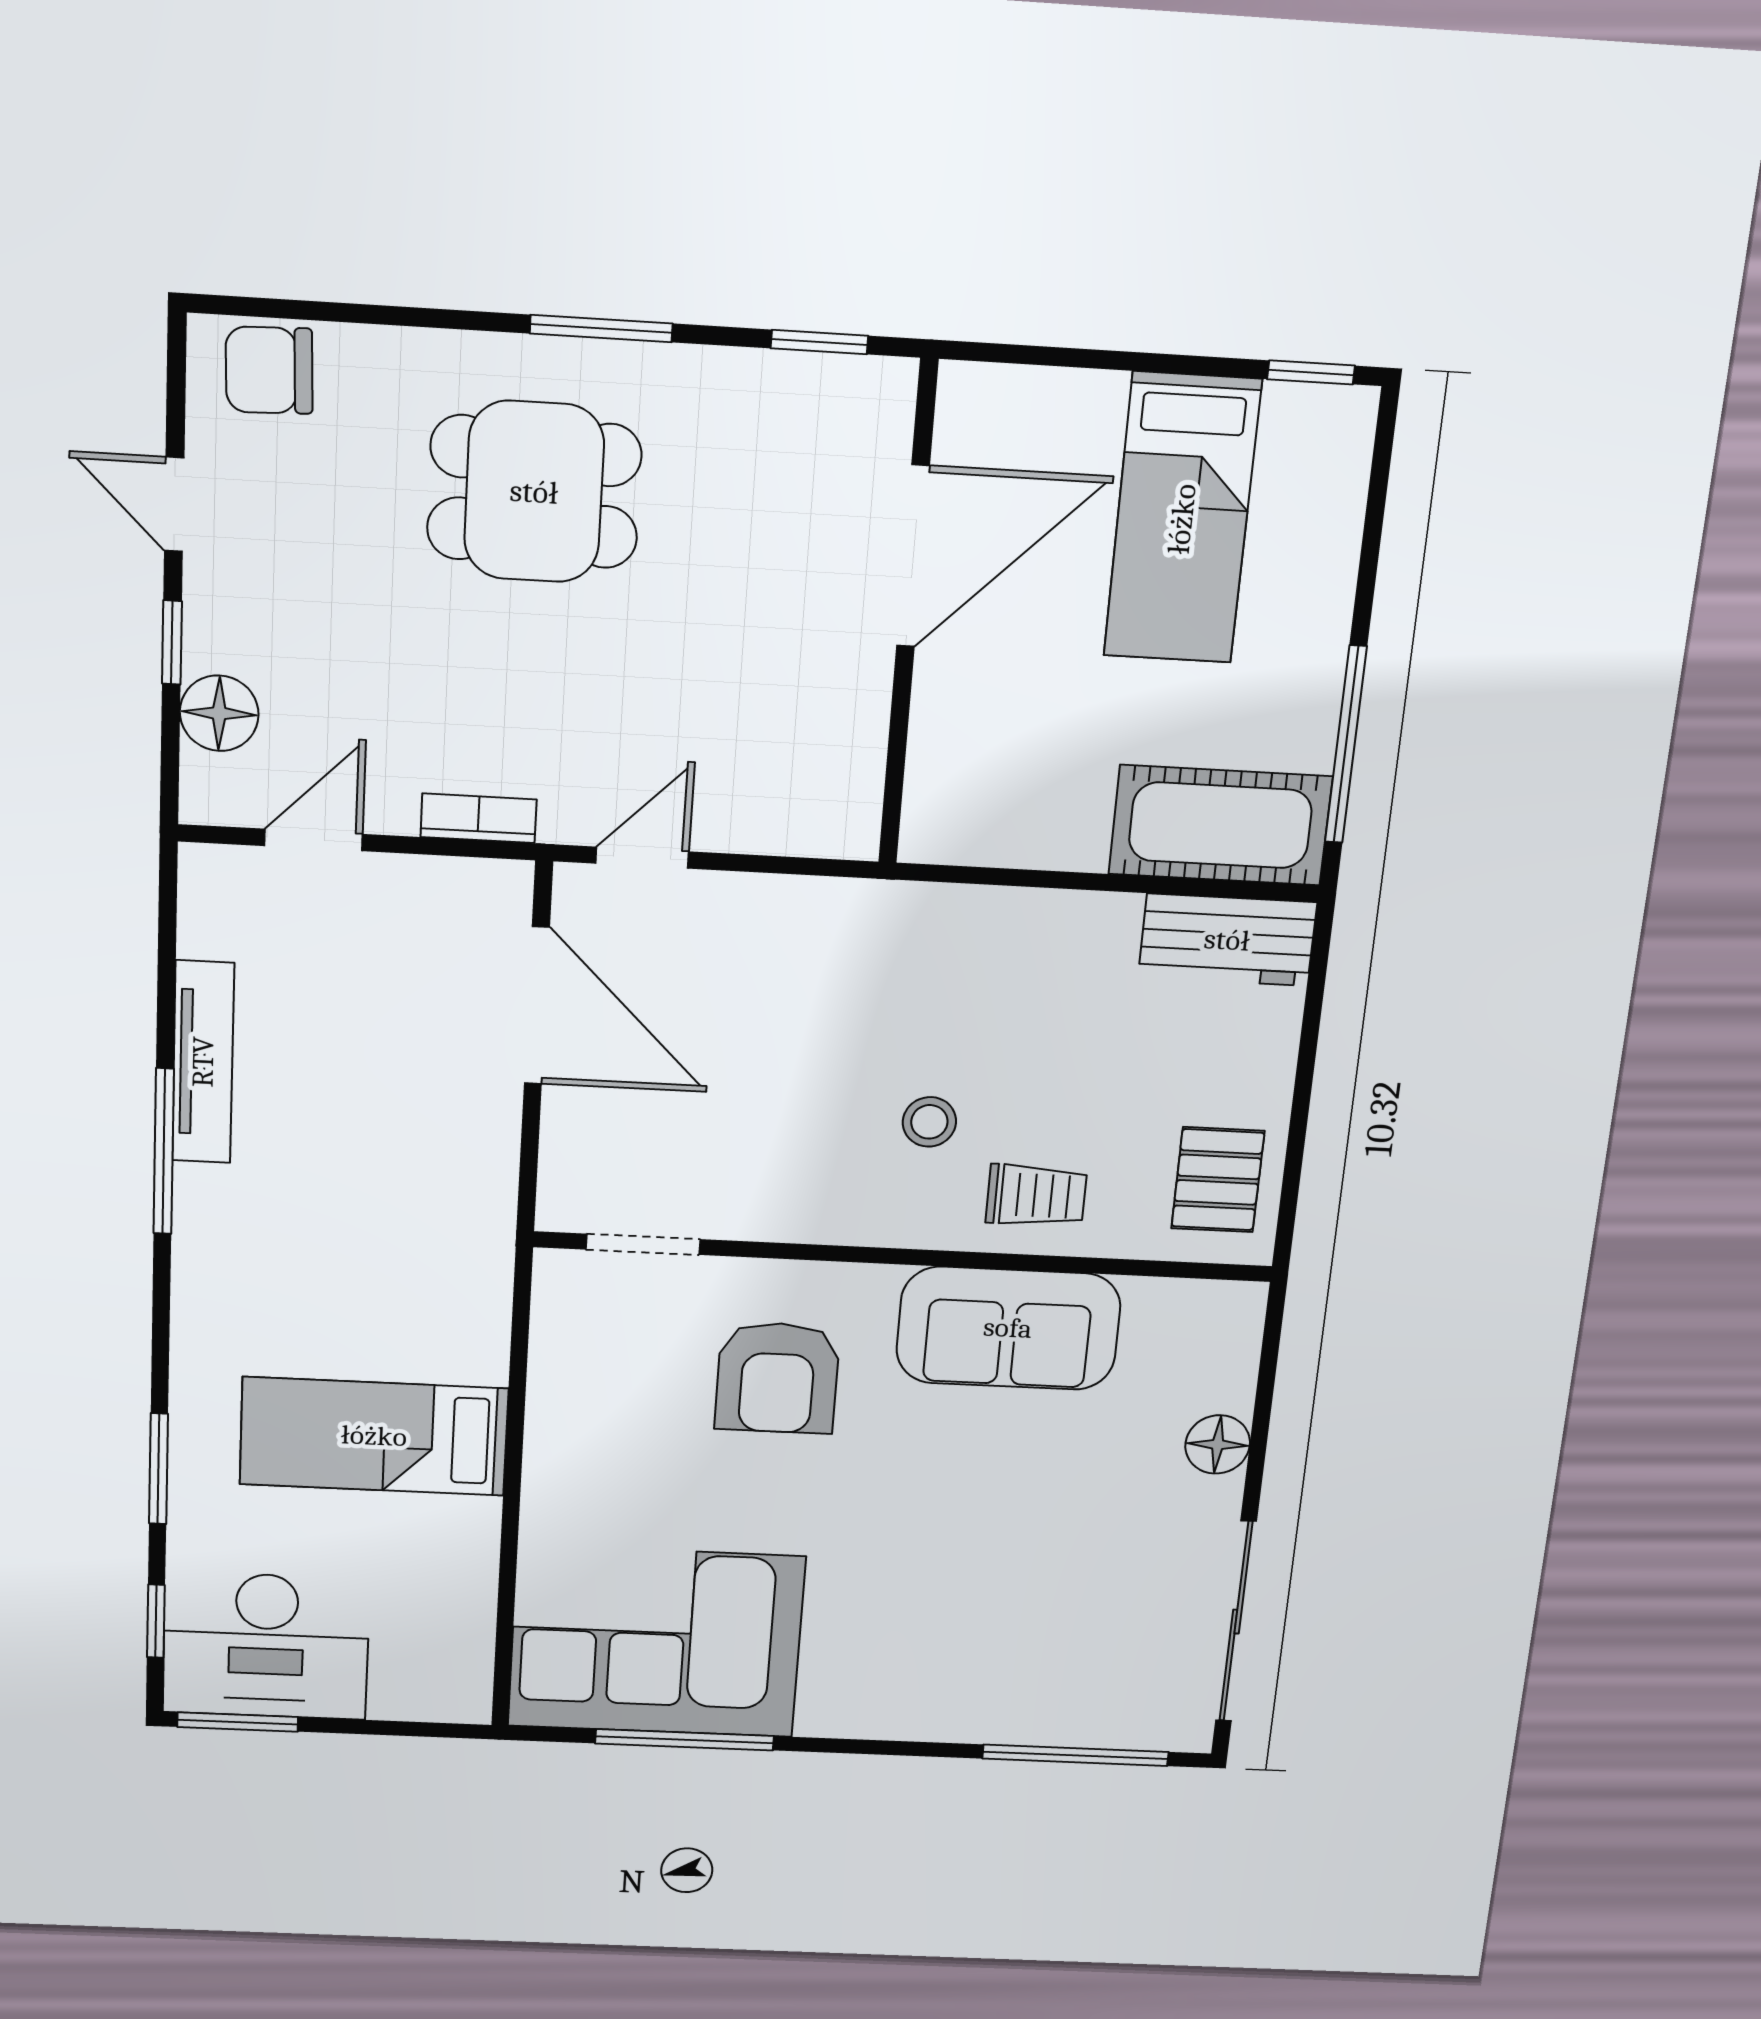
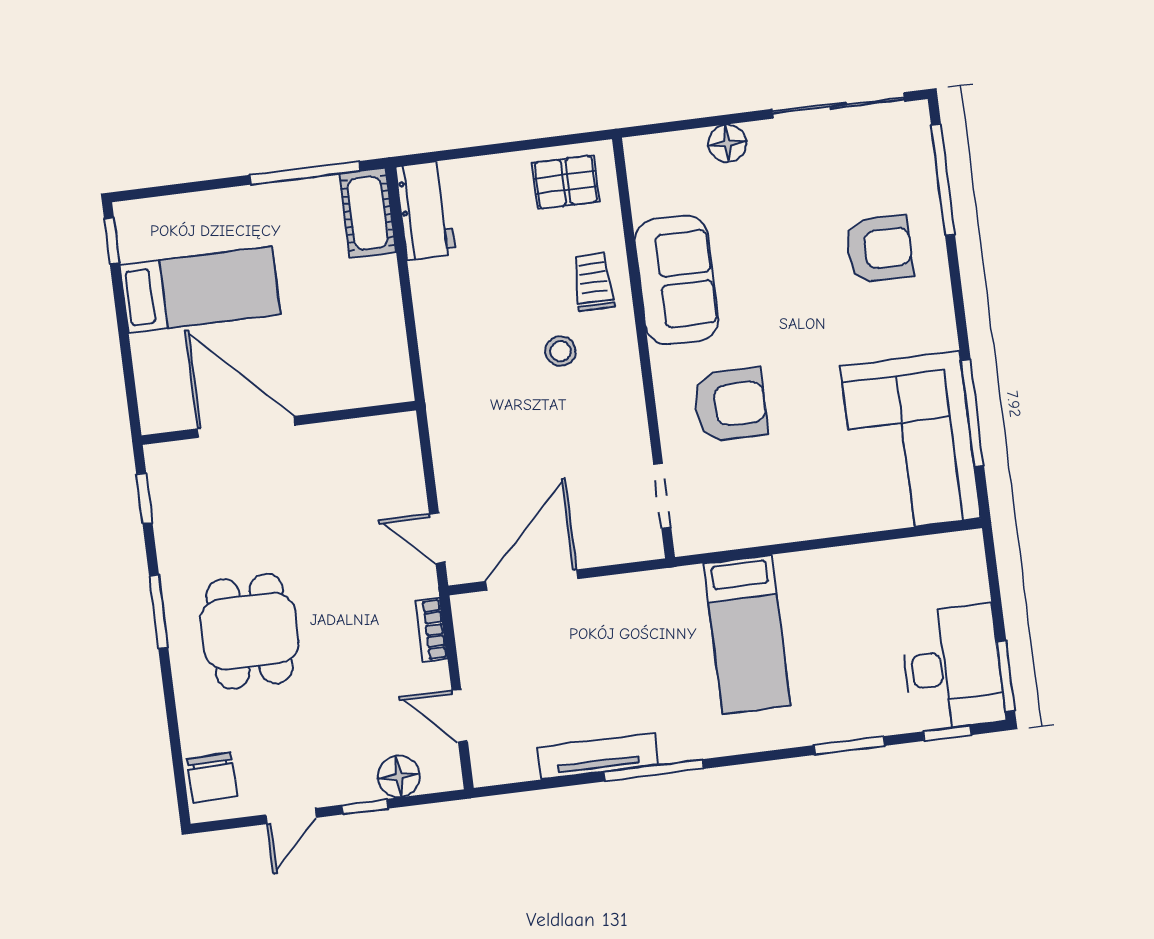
cot: (1220, 825) -> (368, 213), width x0.73, depth x0.75
bed: (374, 1436) -> (747, 634), moved
armchair: (986, 1645) -> (879, 249), added

